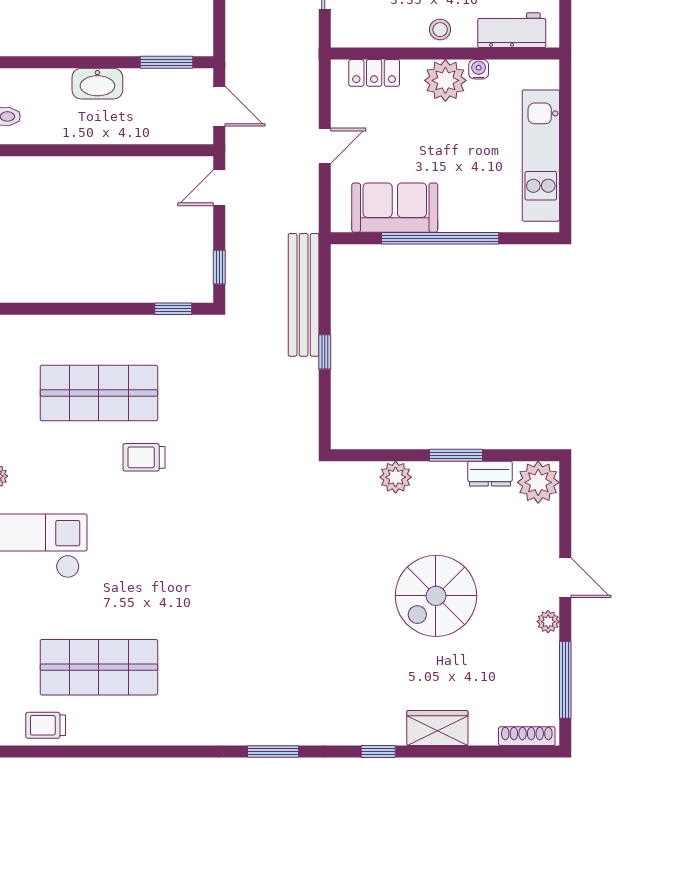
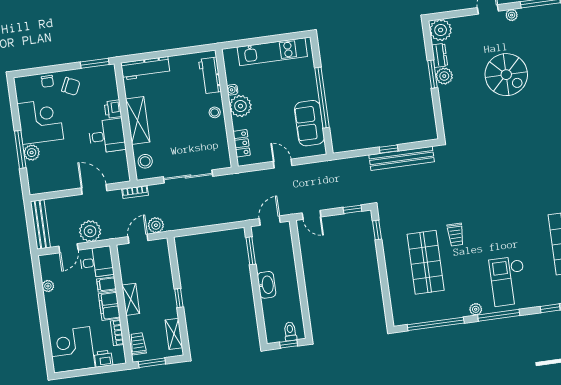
bench: (304, 295) -> (402, 158), moved
plant: (396, 477) -> (444, 76), moved

